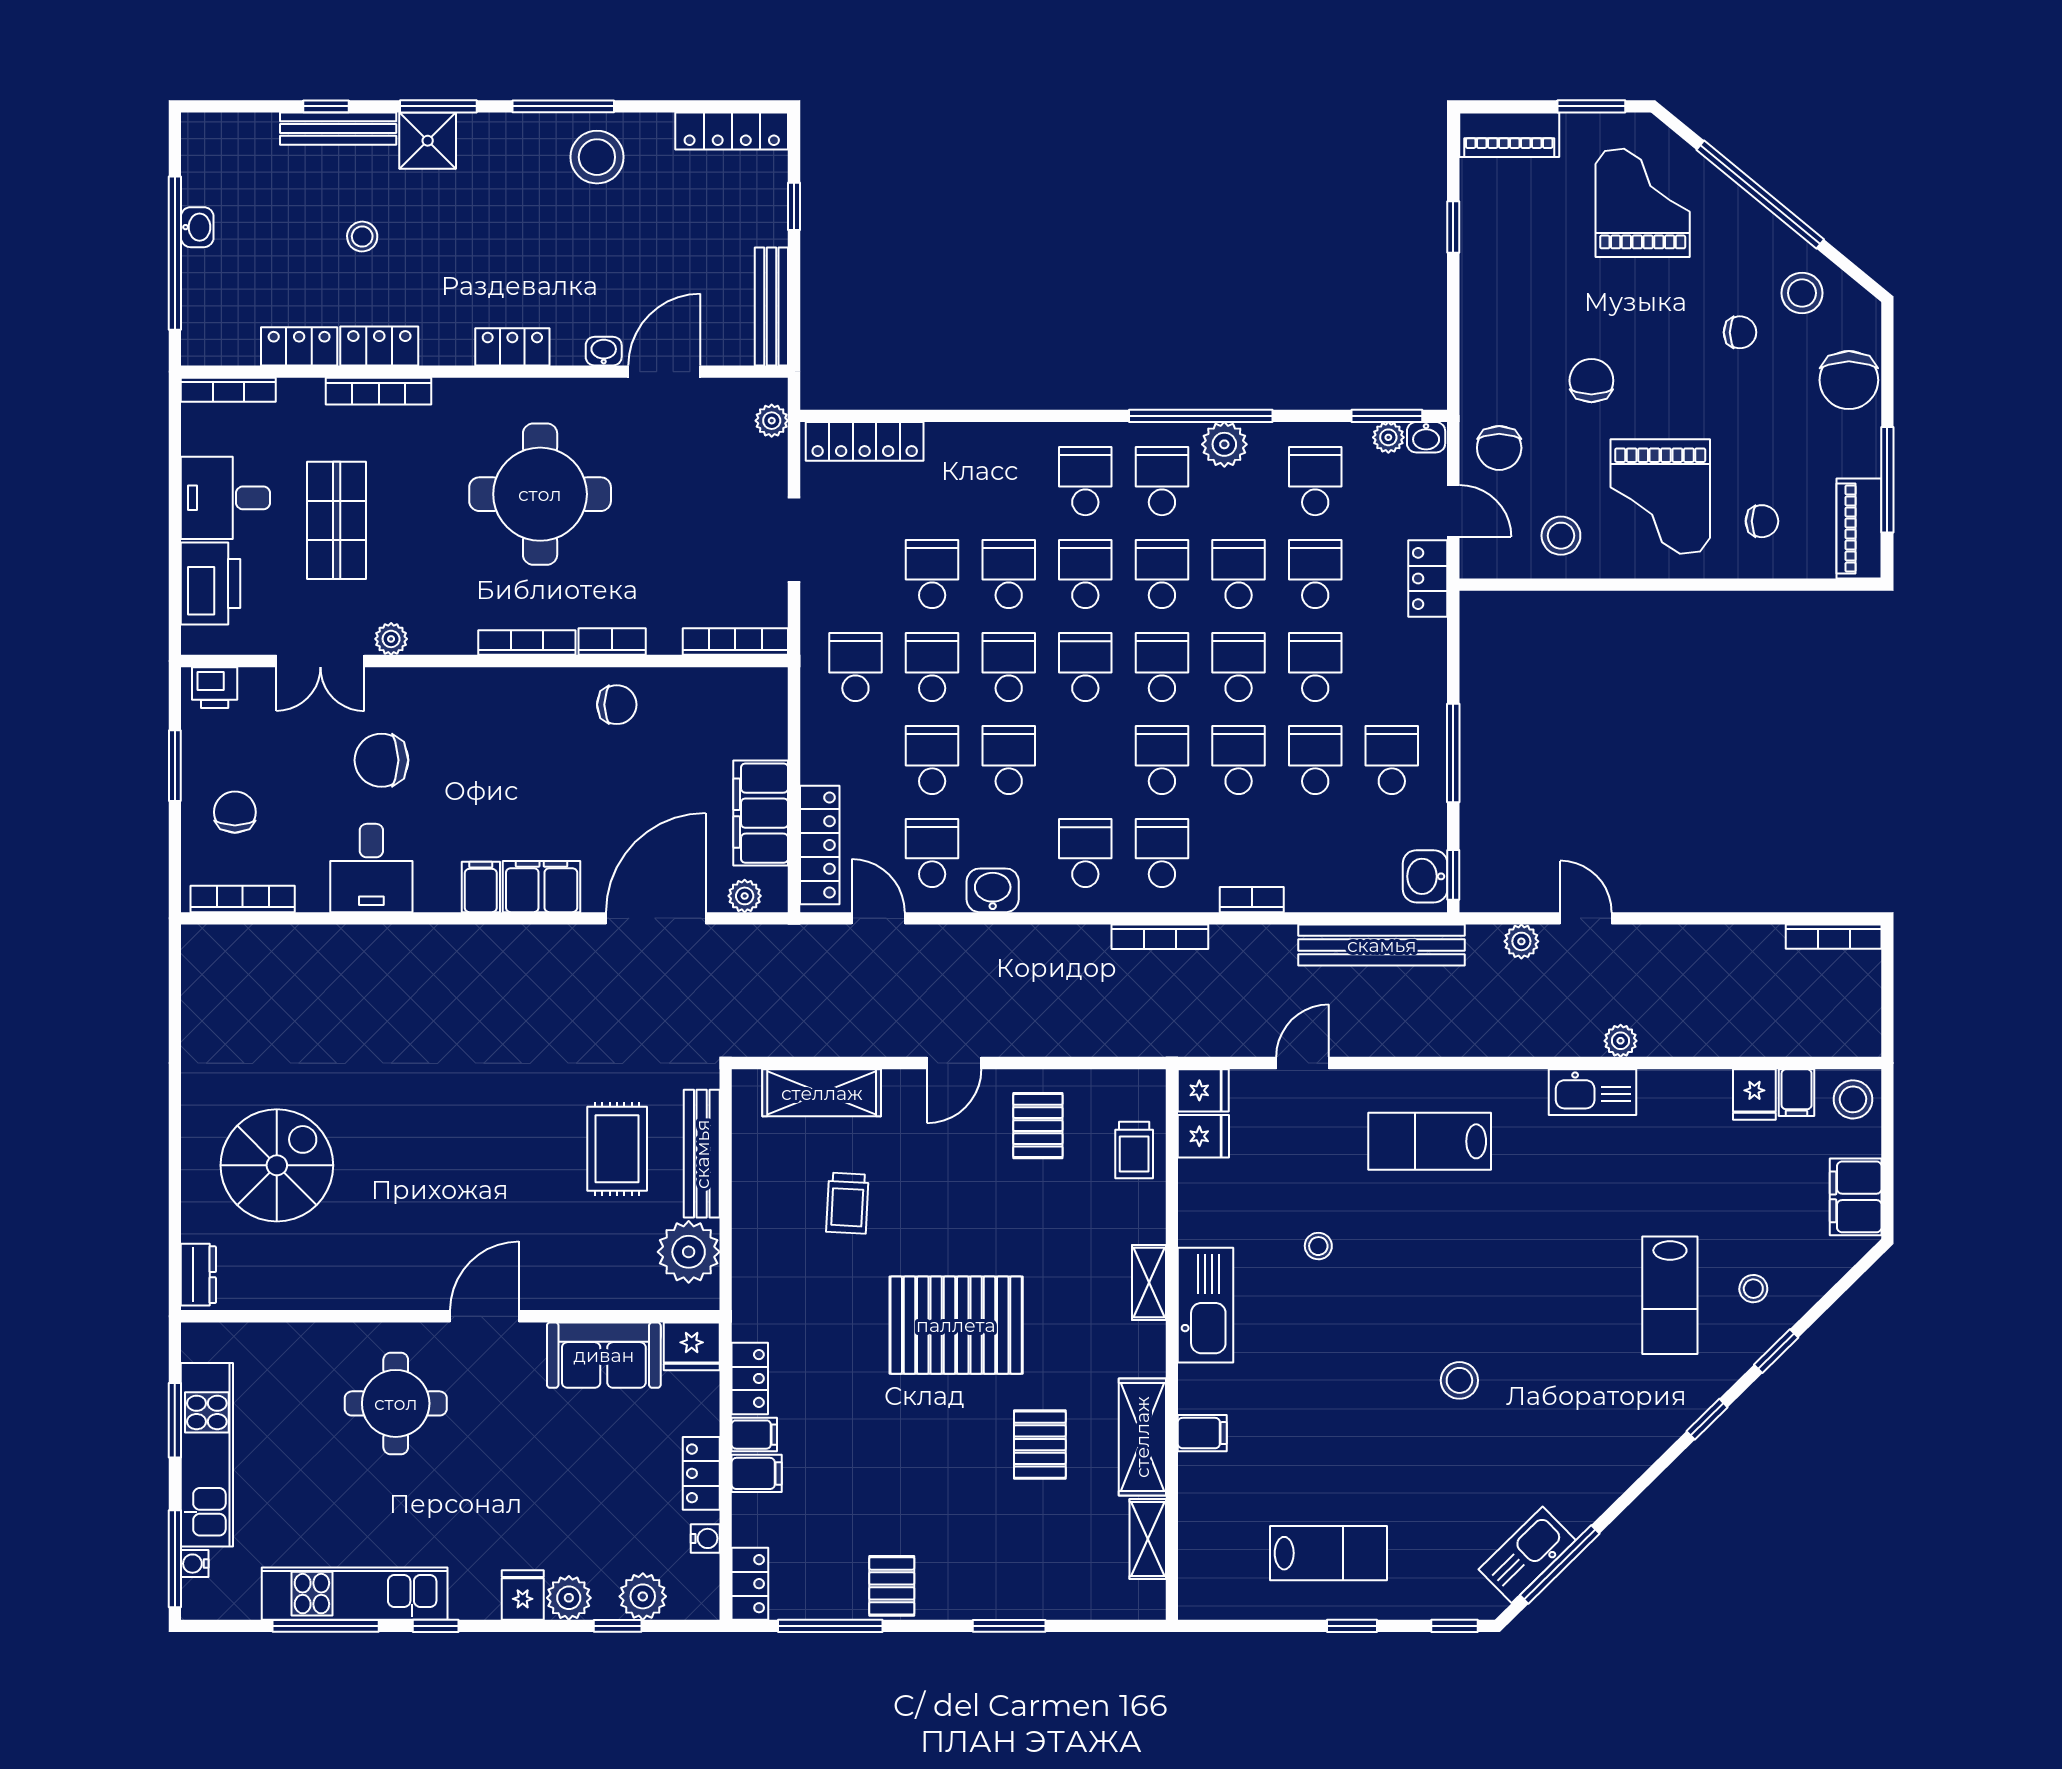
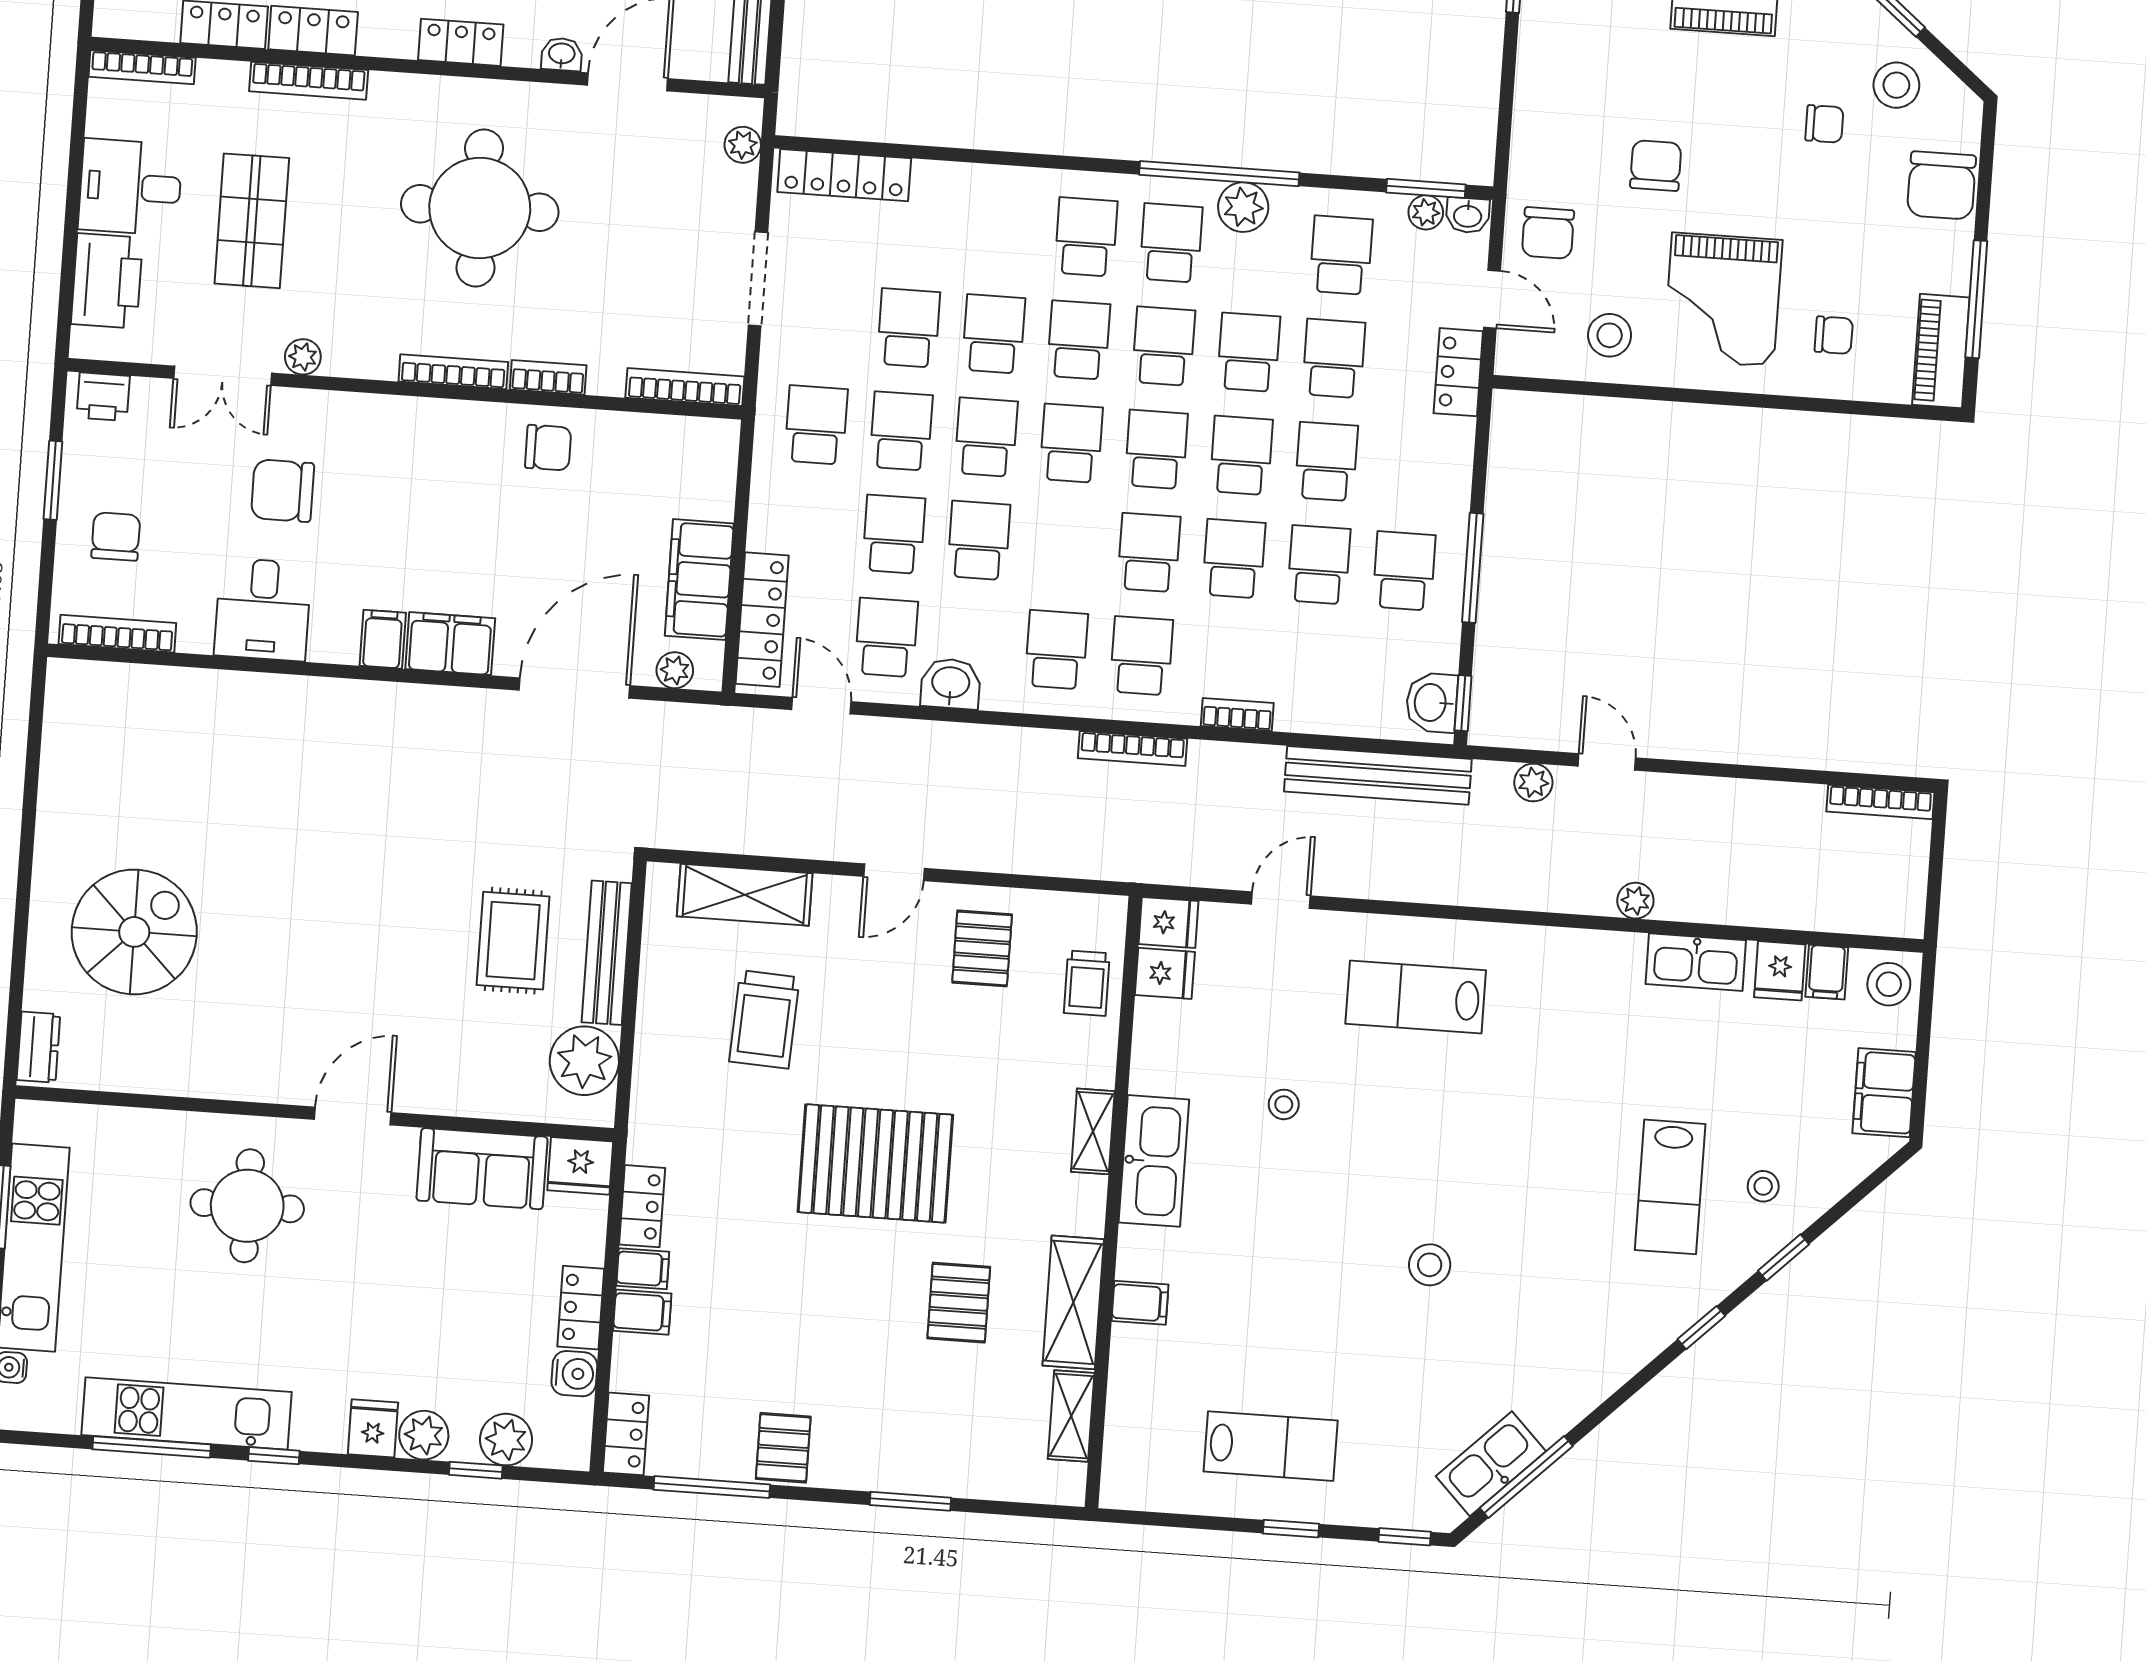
kitchen sink: (1593, 1092) -> (1696, 962), moved
trolley: (847, 1203) -> (764, 1019), width x1.36, depth x1.39
water cooler: (705, 1538) -> (574, 1374), width x1.38, depth x1.38

